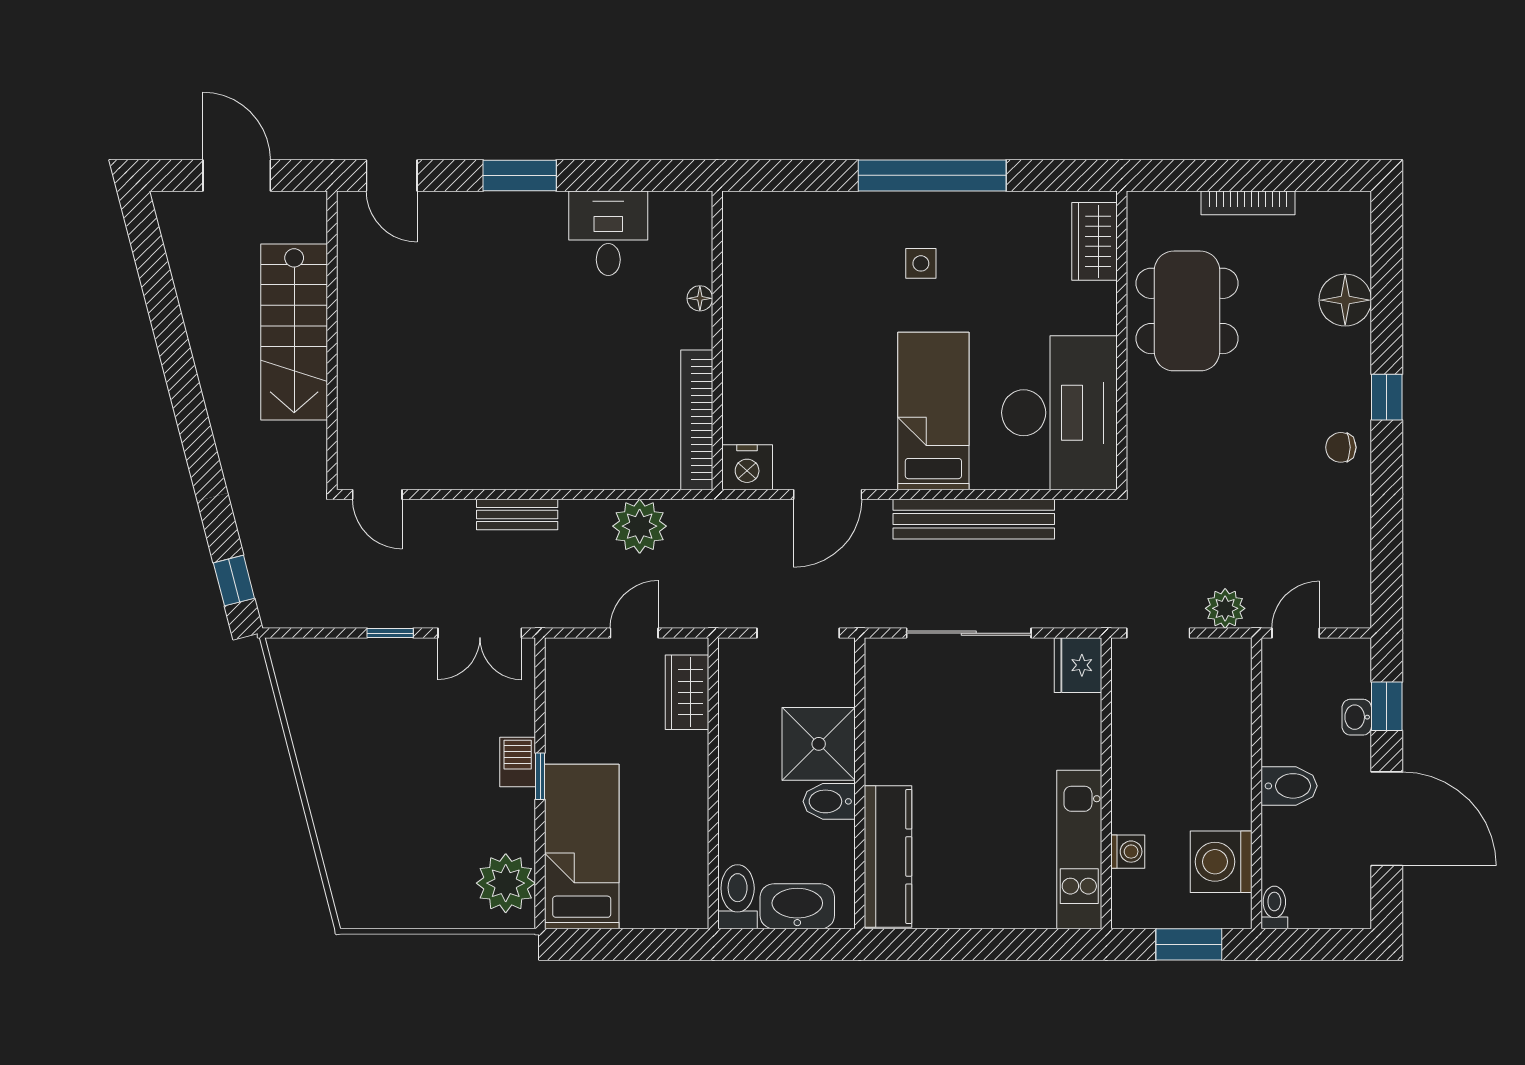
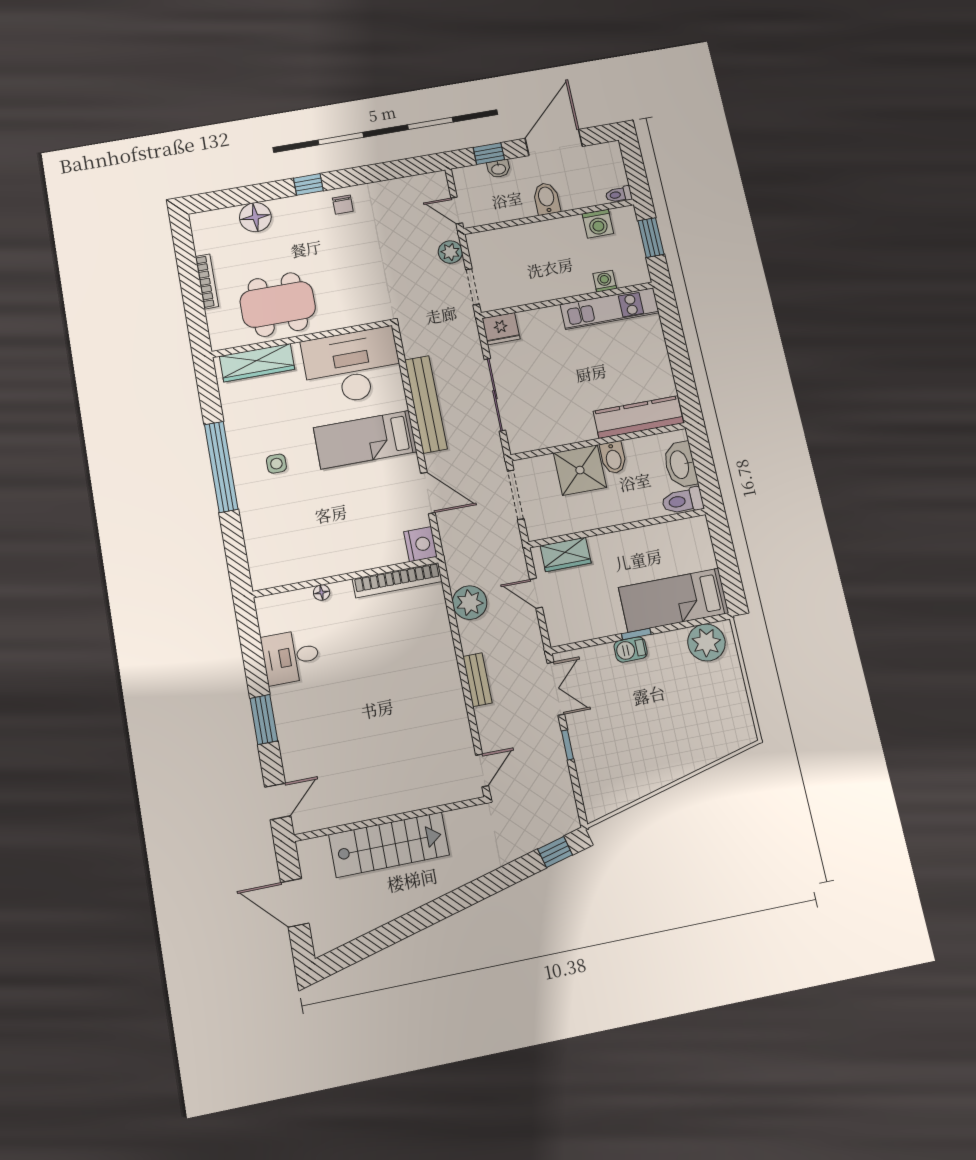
door: (237, 175) -> (295, 903), hinge flipped
wardrobe: (1094, 241) -> (257, 363), width x1.50
washing machine: (1221, 862) -> (598, 224), width x0.73, depth x0.73

